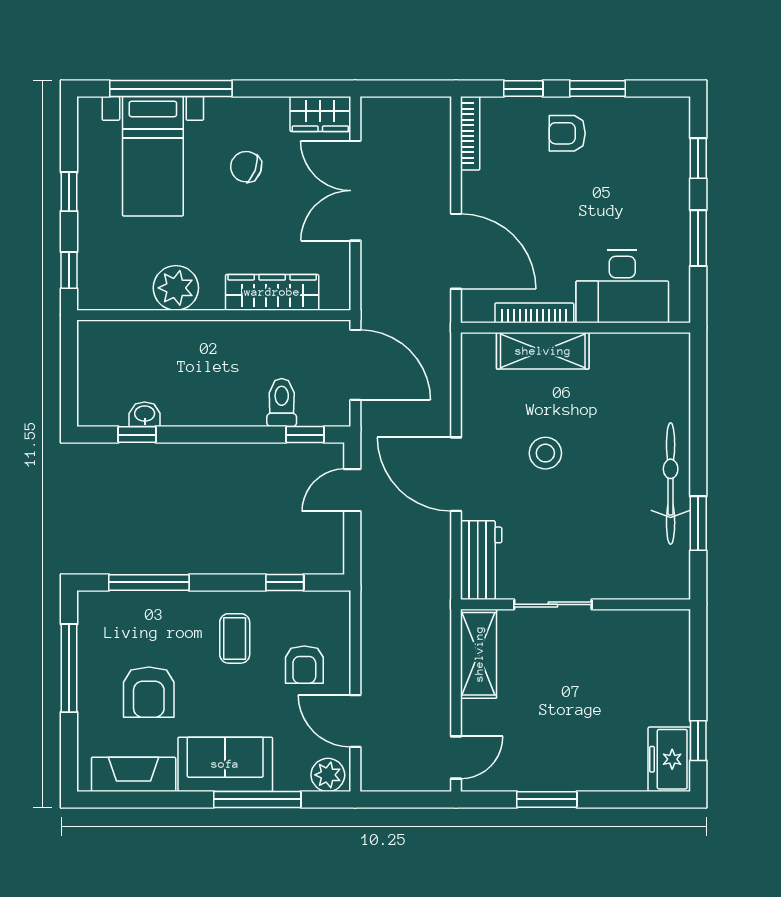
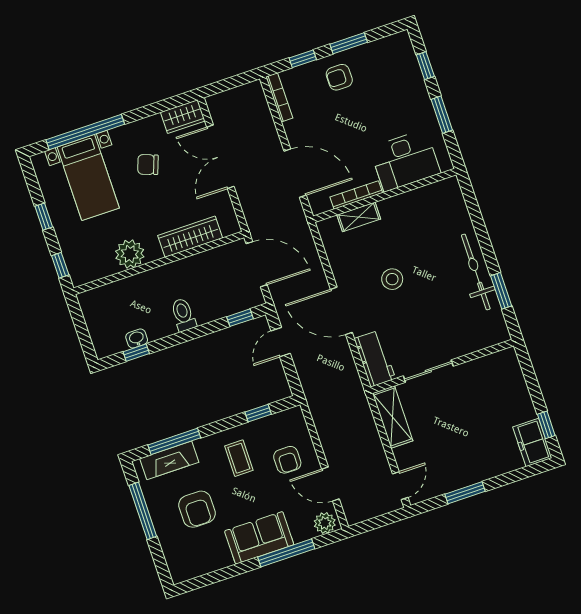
shelving: (543, 351) -> (359, 217), width x0.67, depth x0.75
toilet: (282, 403) -> (183, 315), moved
fireplace: (134, 774) -> (169, 460), moved, turned 180

